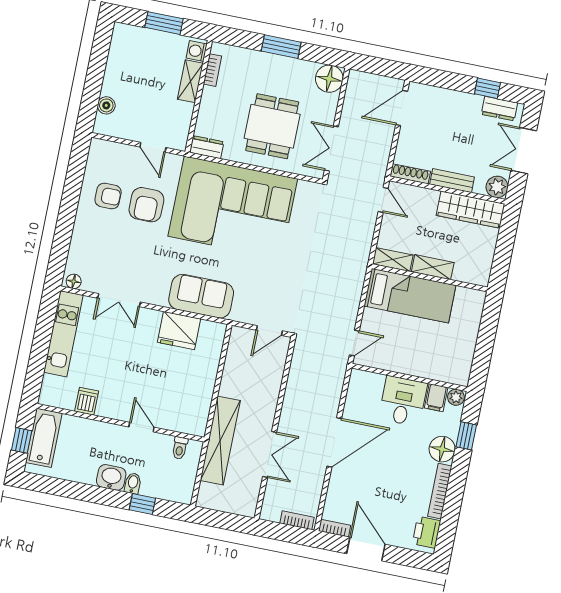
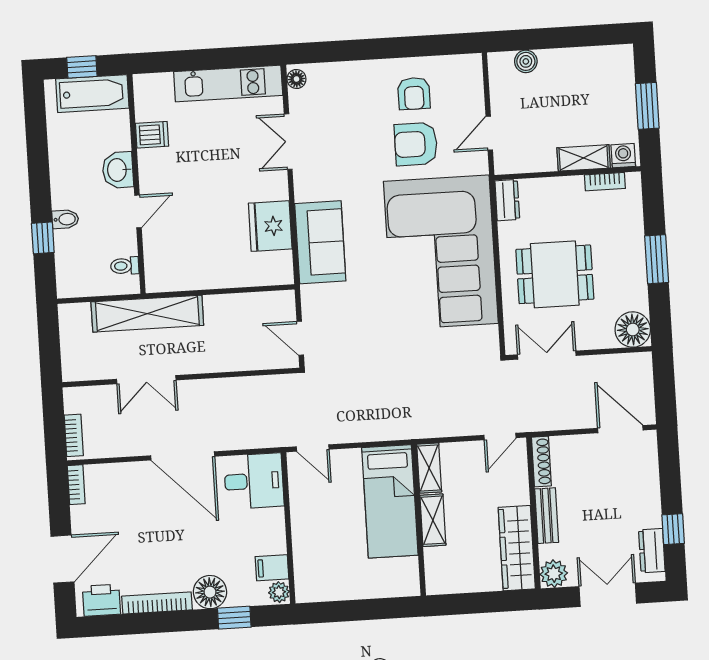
desk: (403, 401) -> (254, 481), moved
washbasin: (111, 477) -> (118, 170), moved, turned 180
door: (366, 549) -> (62, 559), moved

